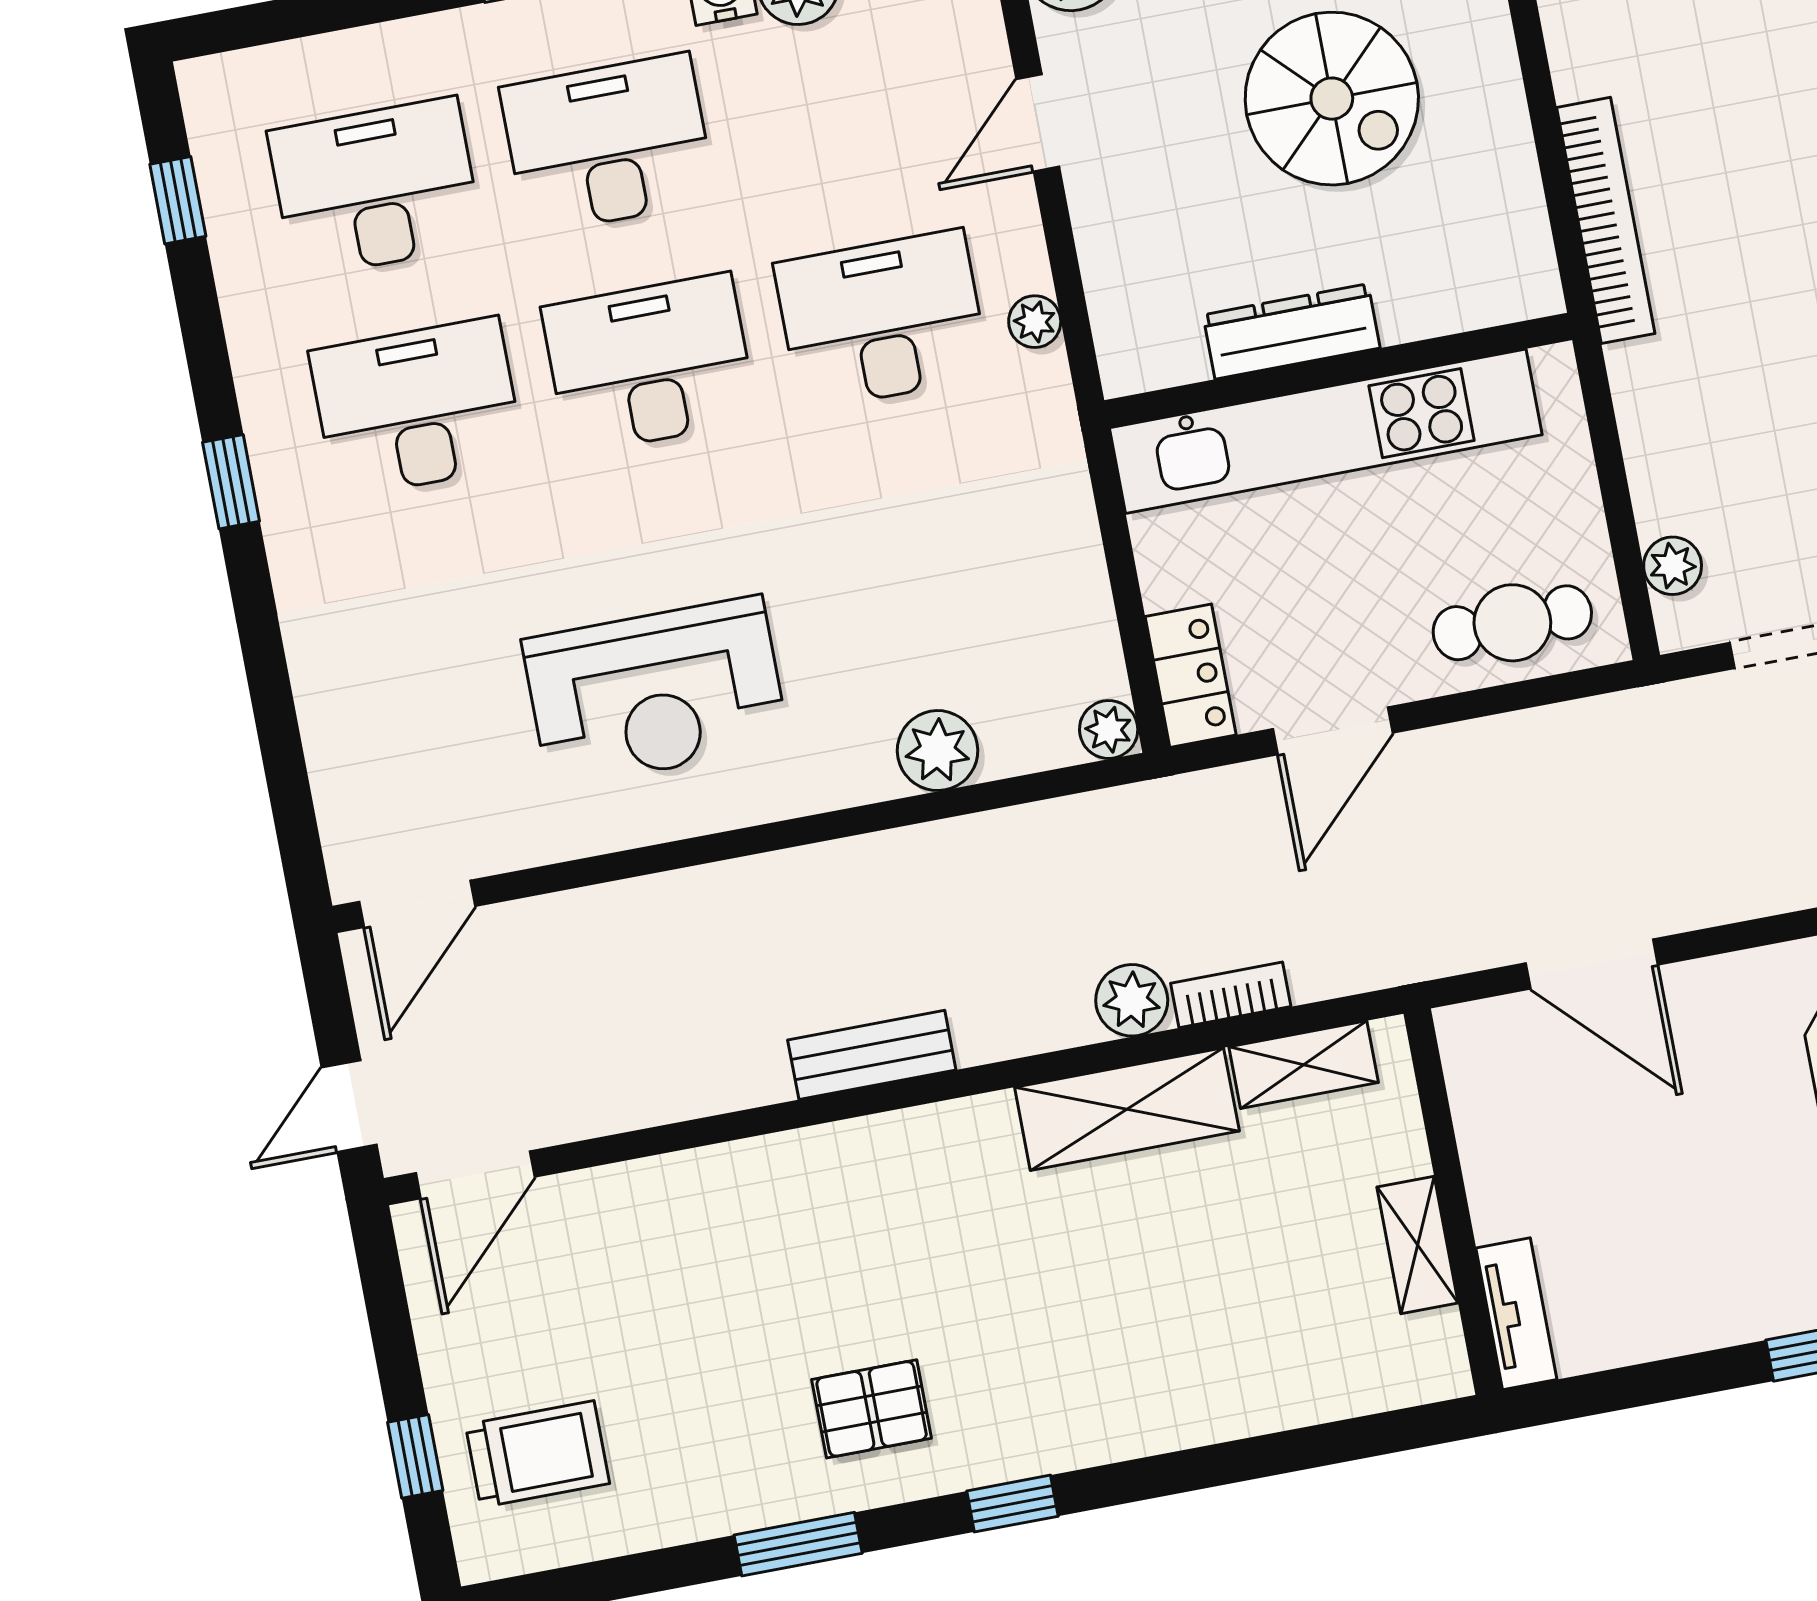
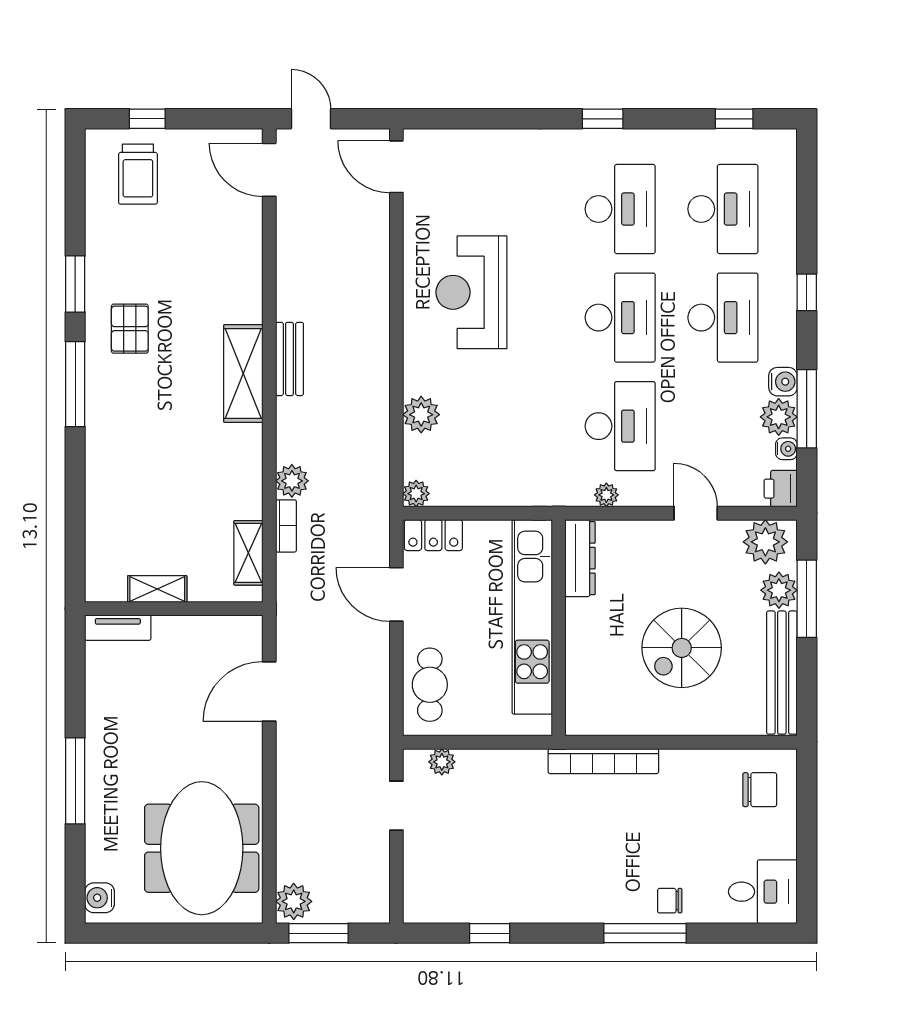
dresser: (1292, 331) -> (580, 558), moved
shelving: (1127, 1109) -> (243, 374), moved
window: (1012, 1504) -> (75, 384), width x2.17

